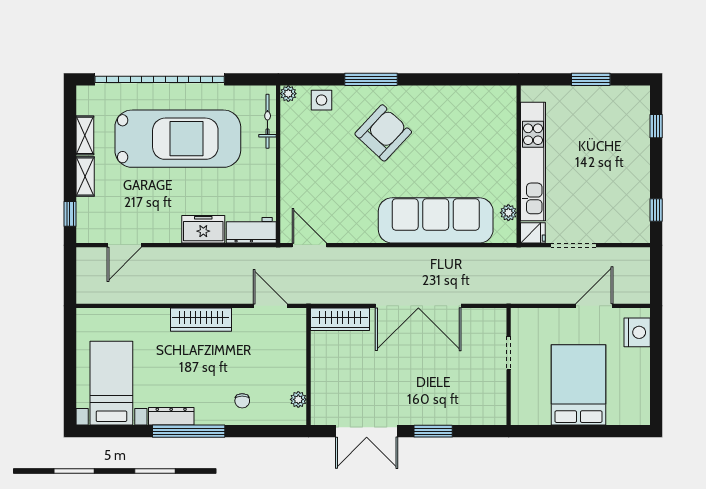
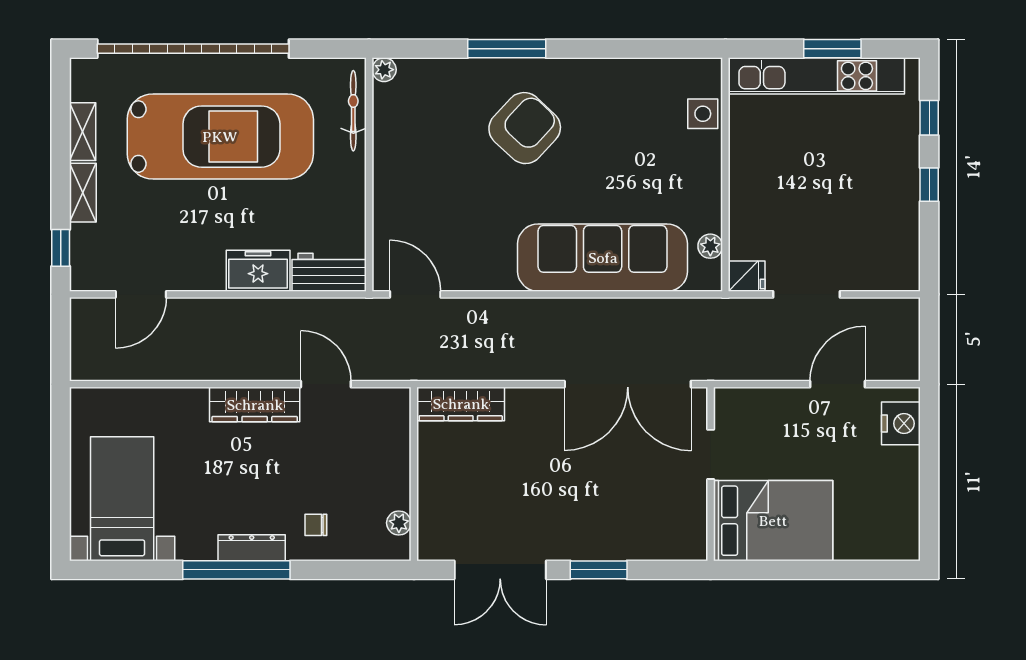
side table: (321, 100) -> (703, 114), moved
kitchen unit: (533, 162) -> (816, 76), moved, turned 90
window: (656, 210) -> (929, 185), moved
door: (270, 306) -> (326, 384), moved
double door: (418, 306) -> (628, 384), moved
bed: (579, 385) -> (773, 521), moved, turned 90
chair: (242, 401) -> (316, 525), turned 90
dresser: (171, 416) -> (252, 548), moved

